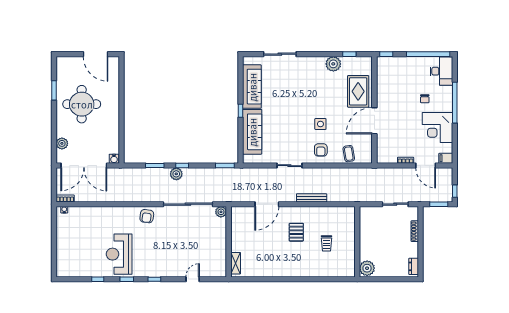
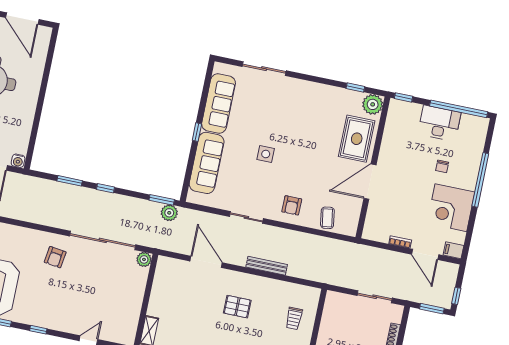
plant: (333, 64) -> (373, 104), moved
desk: (441, 71) -> (439, 123), moved, turned -90
side table: (320, 124) -> (266, 154), moved
plant: (176, 174) -> (169, 213), moved
door: (267, 204) -> (206, 262), swing flipped
armchair: (147, 216) -> (55, 257), moved
pallet: (296, 232) -> (237, 307), turned 90
trolley: (326, 243) -> (294, 318), moved

